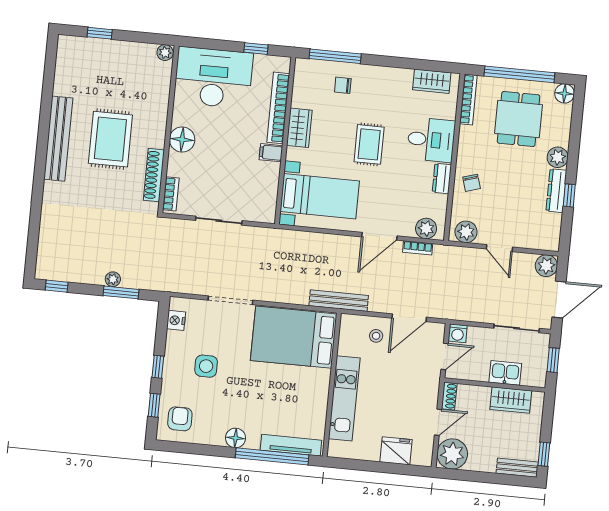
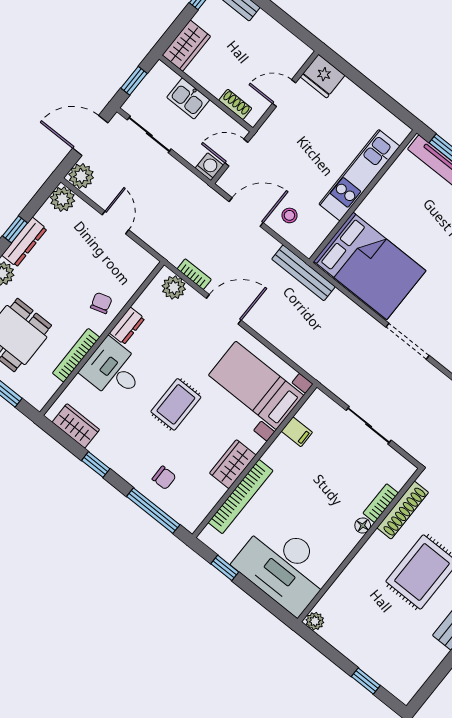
window: (399, 63) -> (96, 465), added
bookcase: (468, 99) -> (76, 355), moved
floor lamp: (182, 140) -> (363, 526), width x0.53, depth x0.53
filing cabinet: (271, 153) -> (297, 432), moved
bookcase: (171, 194) -> (381, 503), moved
plant: (466, 232) -> (63, 199), moved
shoe rack: (449, 396) -> (235, 104), moved, turned 90
wardrobe: (511, 400) -> (186, 46), moved, turned 90
fridge: (396, 451) -> (323, 76), moved
plant: (452, 454) -> (290, 54), removed

